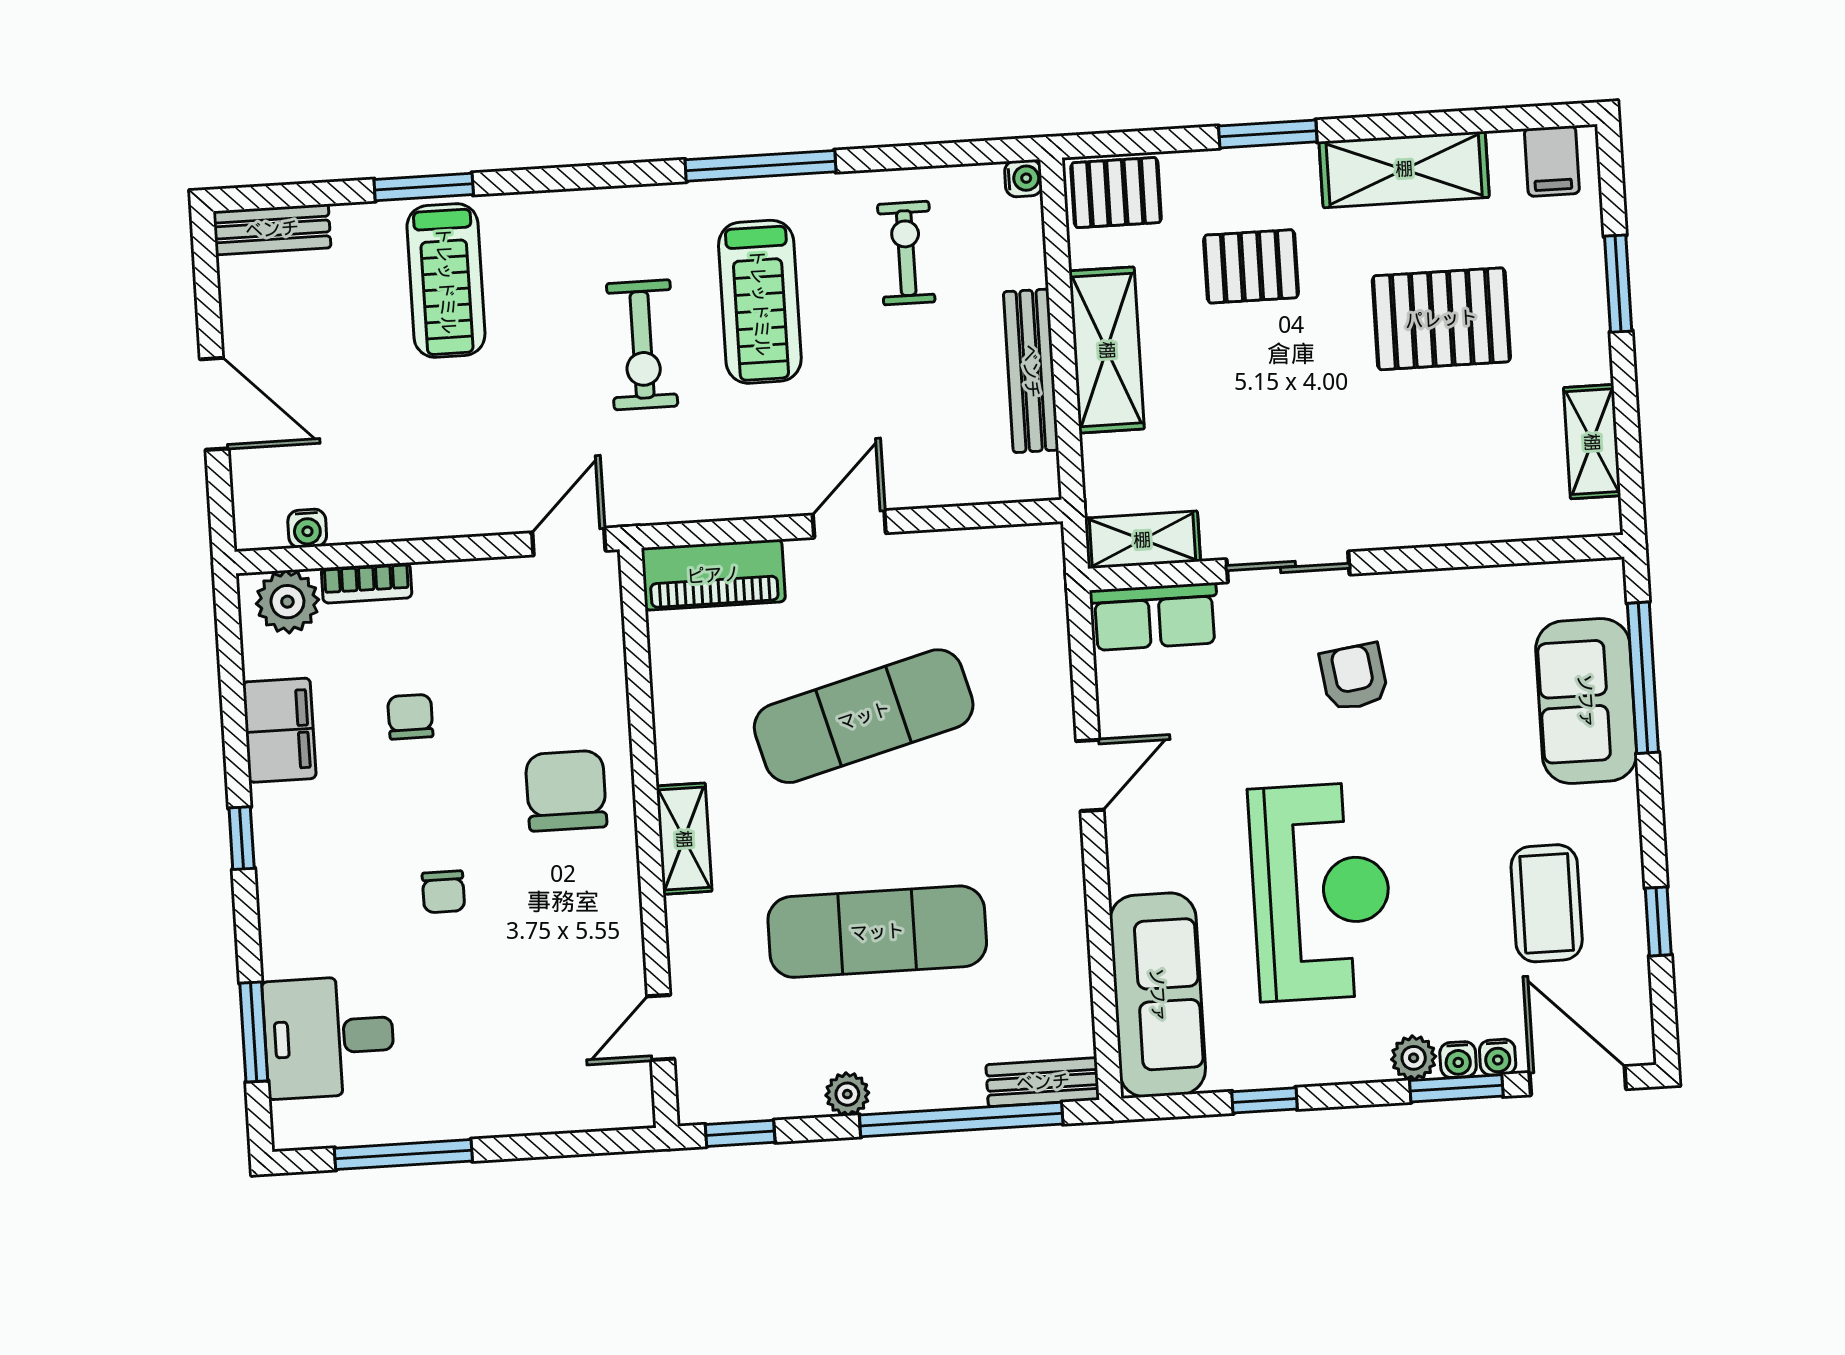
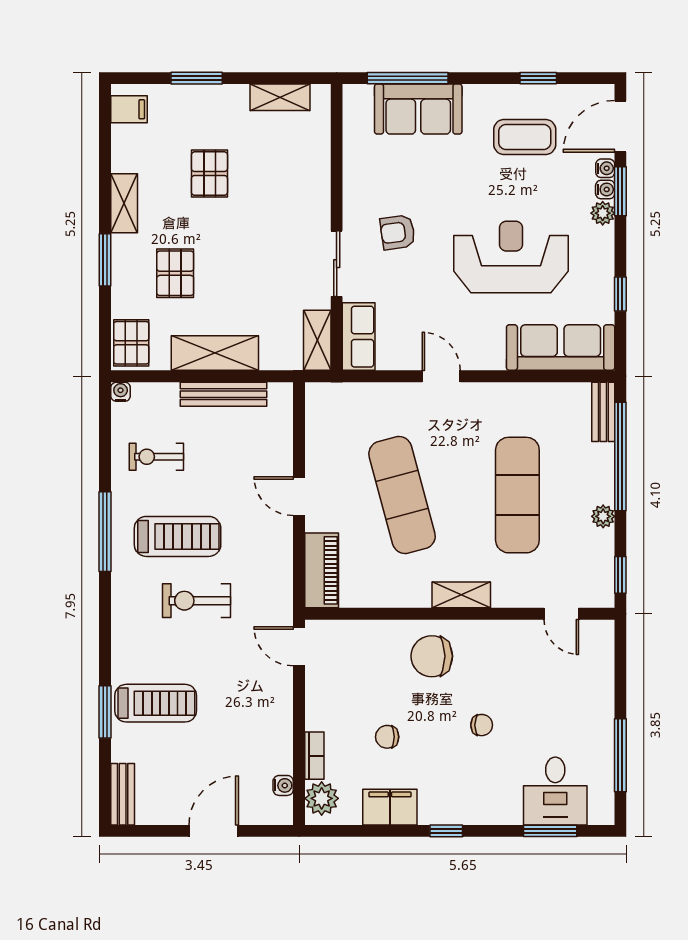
shelving: (1404, 169) -> (124, 203), width x0.67, depth x0.75
pallet: (1441, 319) -> (209, 174), width x0.67, depth x0.71
exercise bike: (642, 345) -> (197, 601), turned 180

